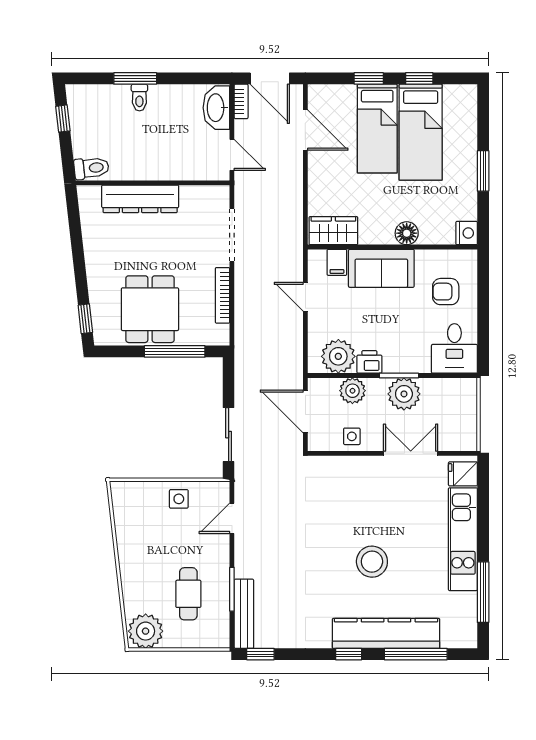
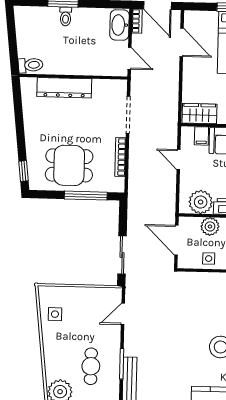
window: (63, 119) -> (11, 30), removed
dining table: (150, 309) -> (69, 165), turned 90
side table: (179, 499) -> (55, 314), moved

